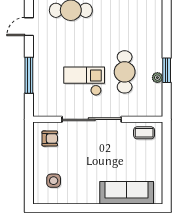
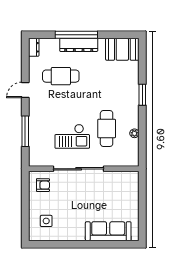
window: (167, 70) -> (142, 95), moved
checkout: (84, 81) -> (72, 136), turned 180
coffee table: (144, 133) -> (123, 180), removed

